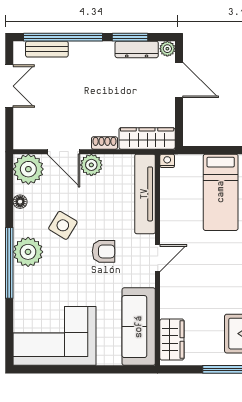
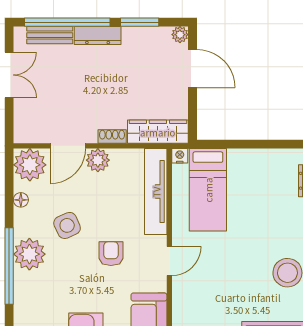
dresser: (137, 49) -> (98, 35), moved
door: (64, 152) -> (68, 146), hinge flipped
bed: (221, 192) -> (208, 190), moved
side table: (63, 225) -> (67, 225), turned 35
armchair: (103, 251) -> (111, 254), turned -90

